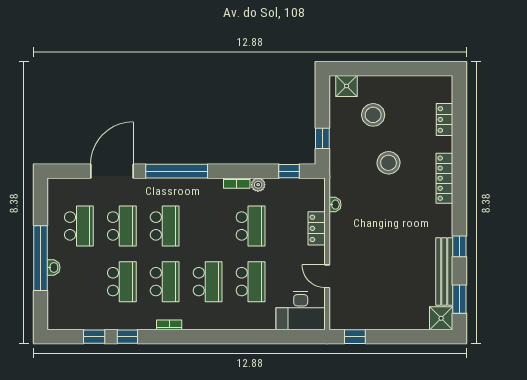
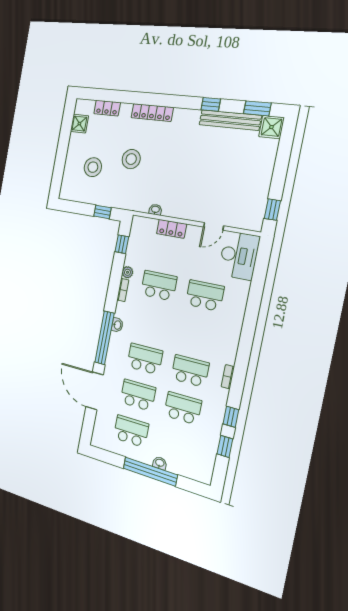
shower: (347, 86) -> (79, 124), moved
washbasin: (195, 184) -> (117, 325), added
school desk: (208, 282) -> (197, 333), removed

